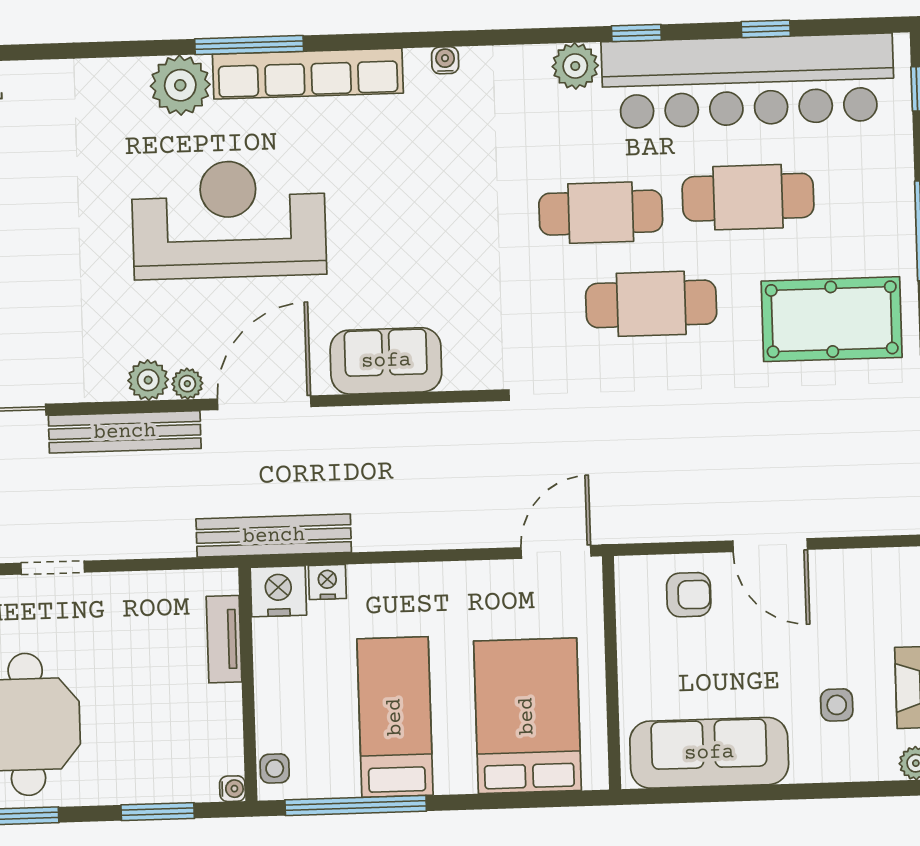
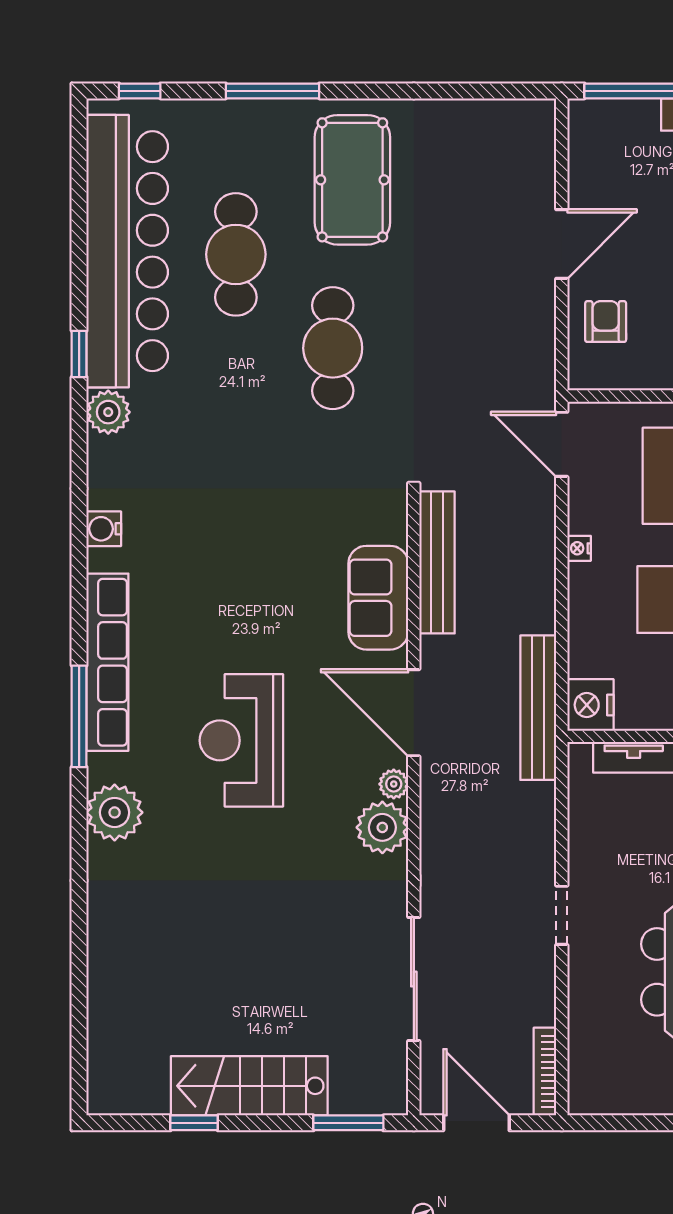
window: (766, 29) -> (79, 233), removed
water cooler: (445, 60) -> (104, 529), width x1.38, depth x1.38
plant: (180, 85) -> (115, 812), moved
cafe table: (601, 213) -> (246, 393), removed
reception desk: (229, 219) -> (241, 740), width x0.74, depth x0.77
plant: (148, 380) -> (382, 827), width x1.36, depth x1.36
bench: (125, 432) -> (437, 562), moved
nightstand: (327, 582) -> (579, 548), moved, width x0.72, depth x0.74

